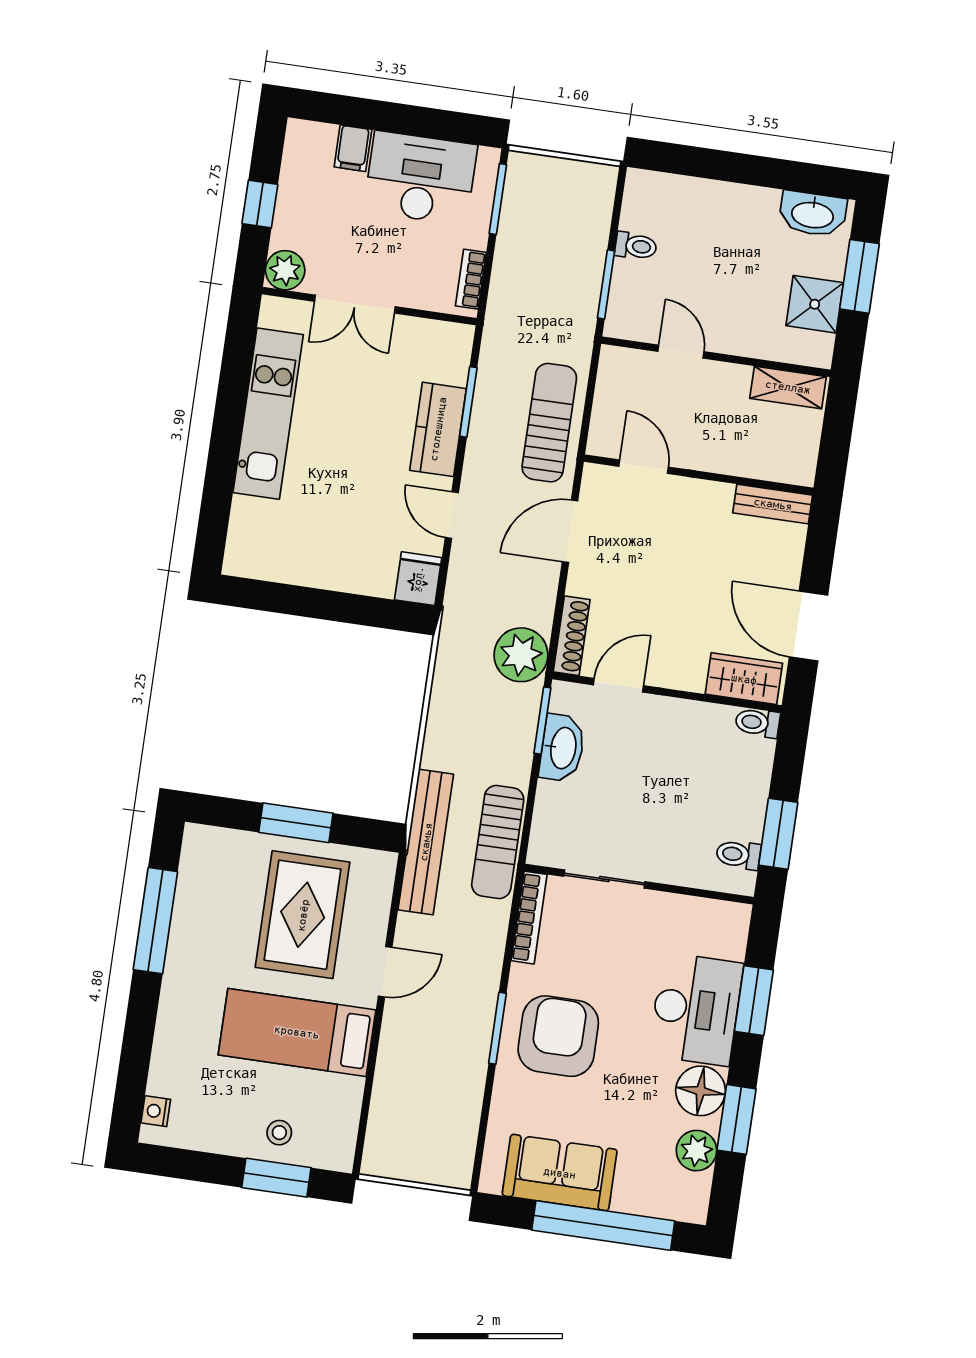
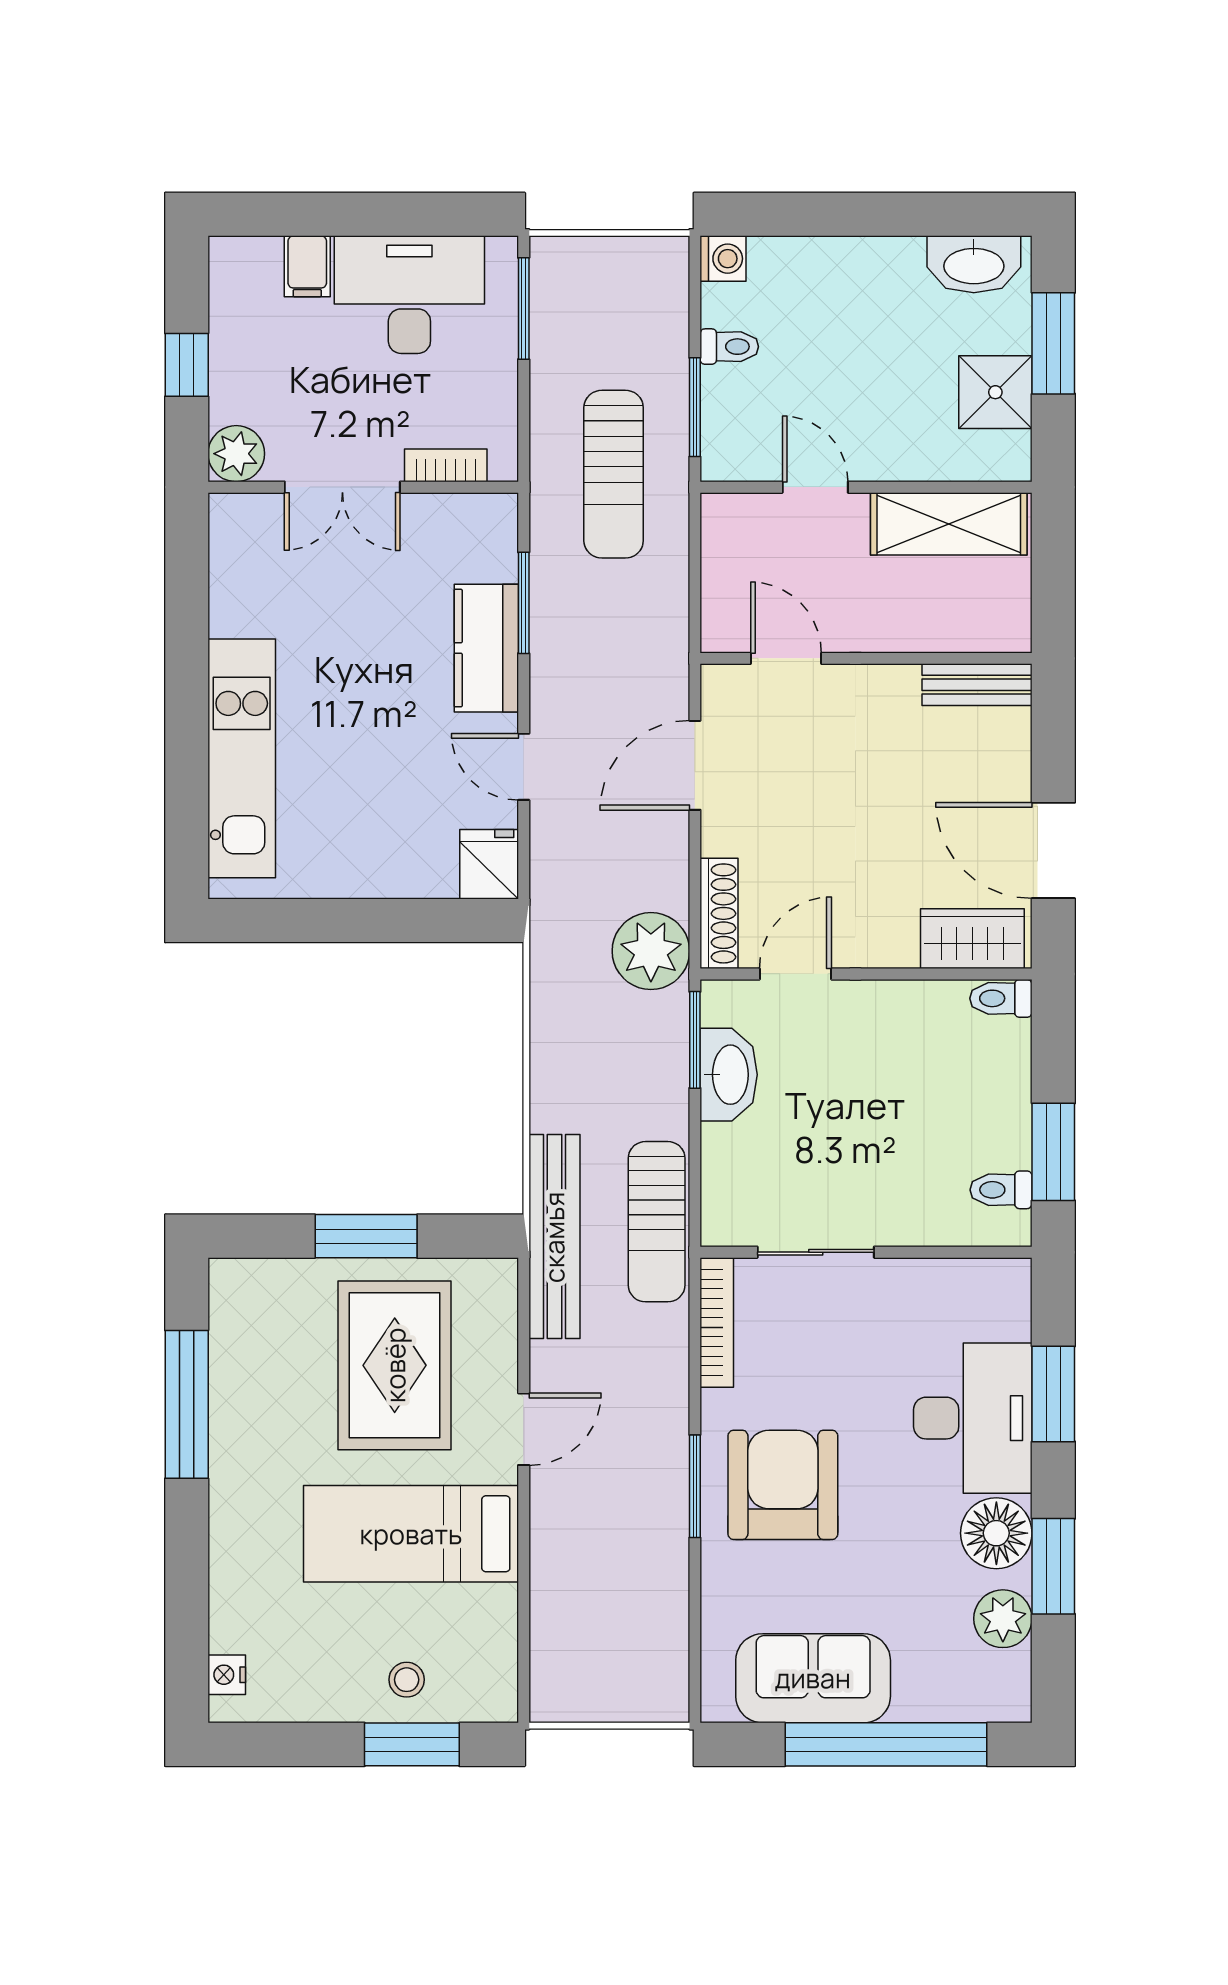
washing machine: (640, 185) -> (723, 259), added
bookcase: (471, 279) -> (446, 465), moved, turned 90
shelving: (788, 387) -> (949, 524), width x1.50, depth x1.33
kitchen unit: (268, 414) -> (242, 758), moved
sun lounger: (549, 423) -> (614, 474), moved, turned 180

